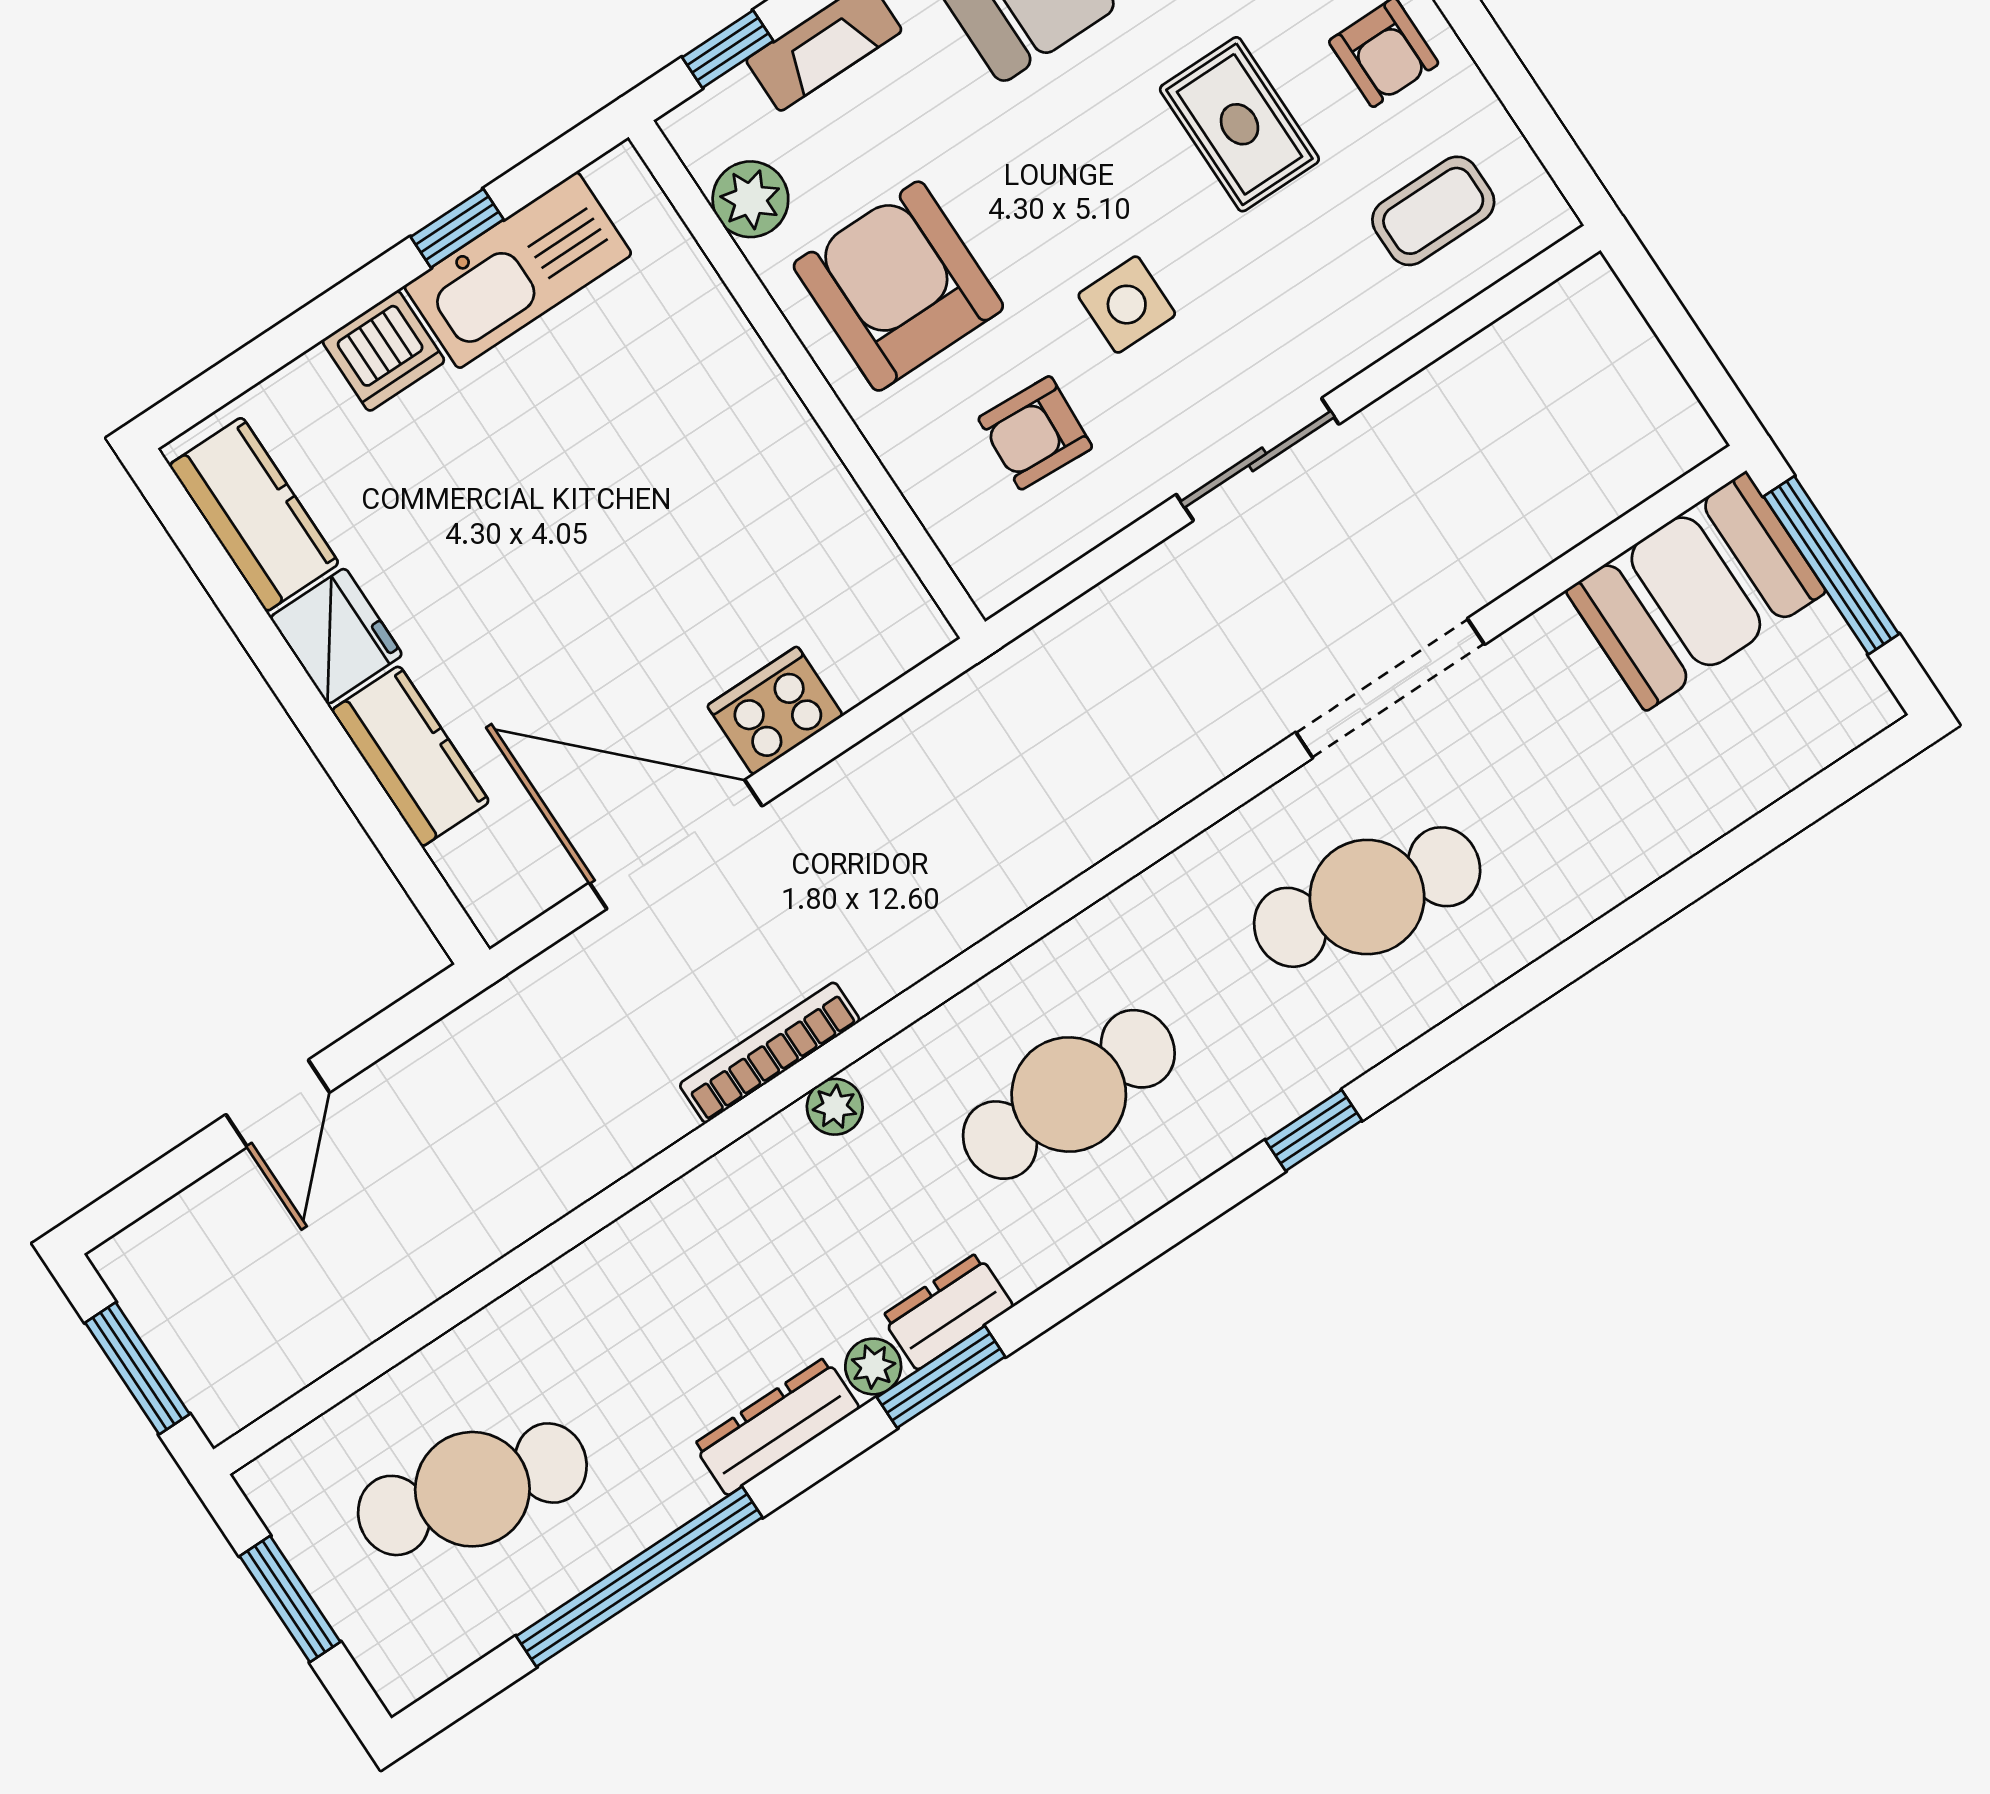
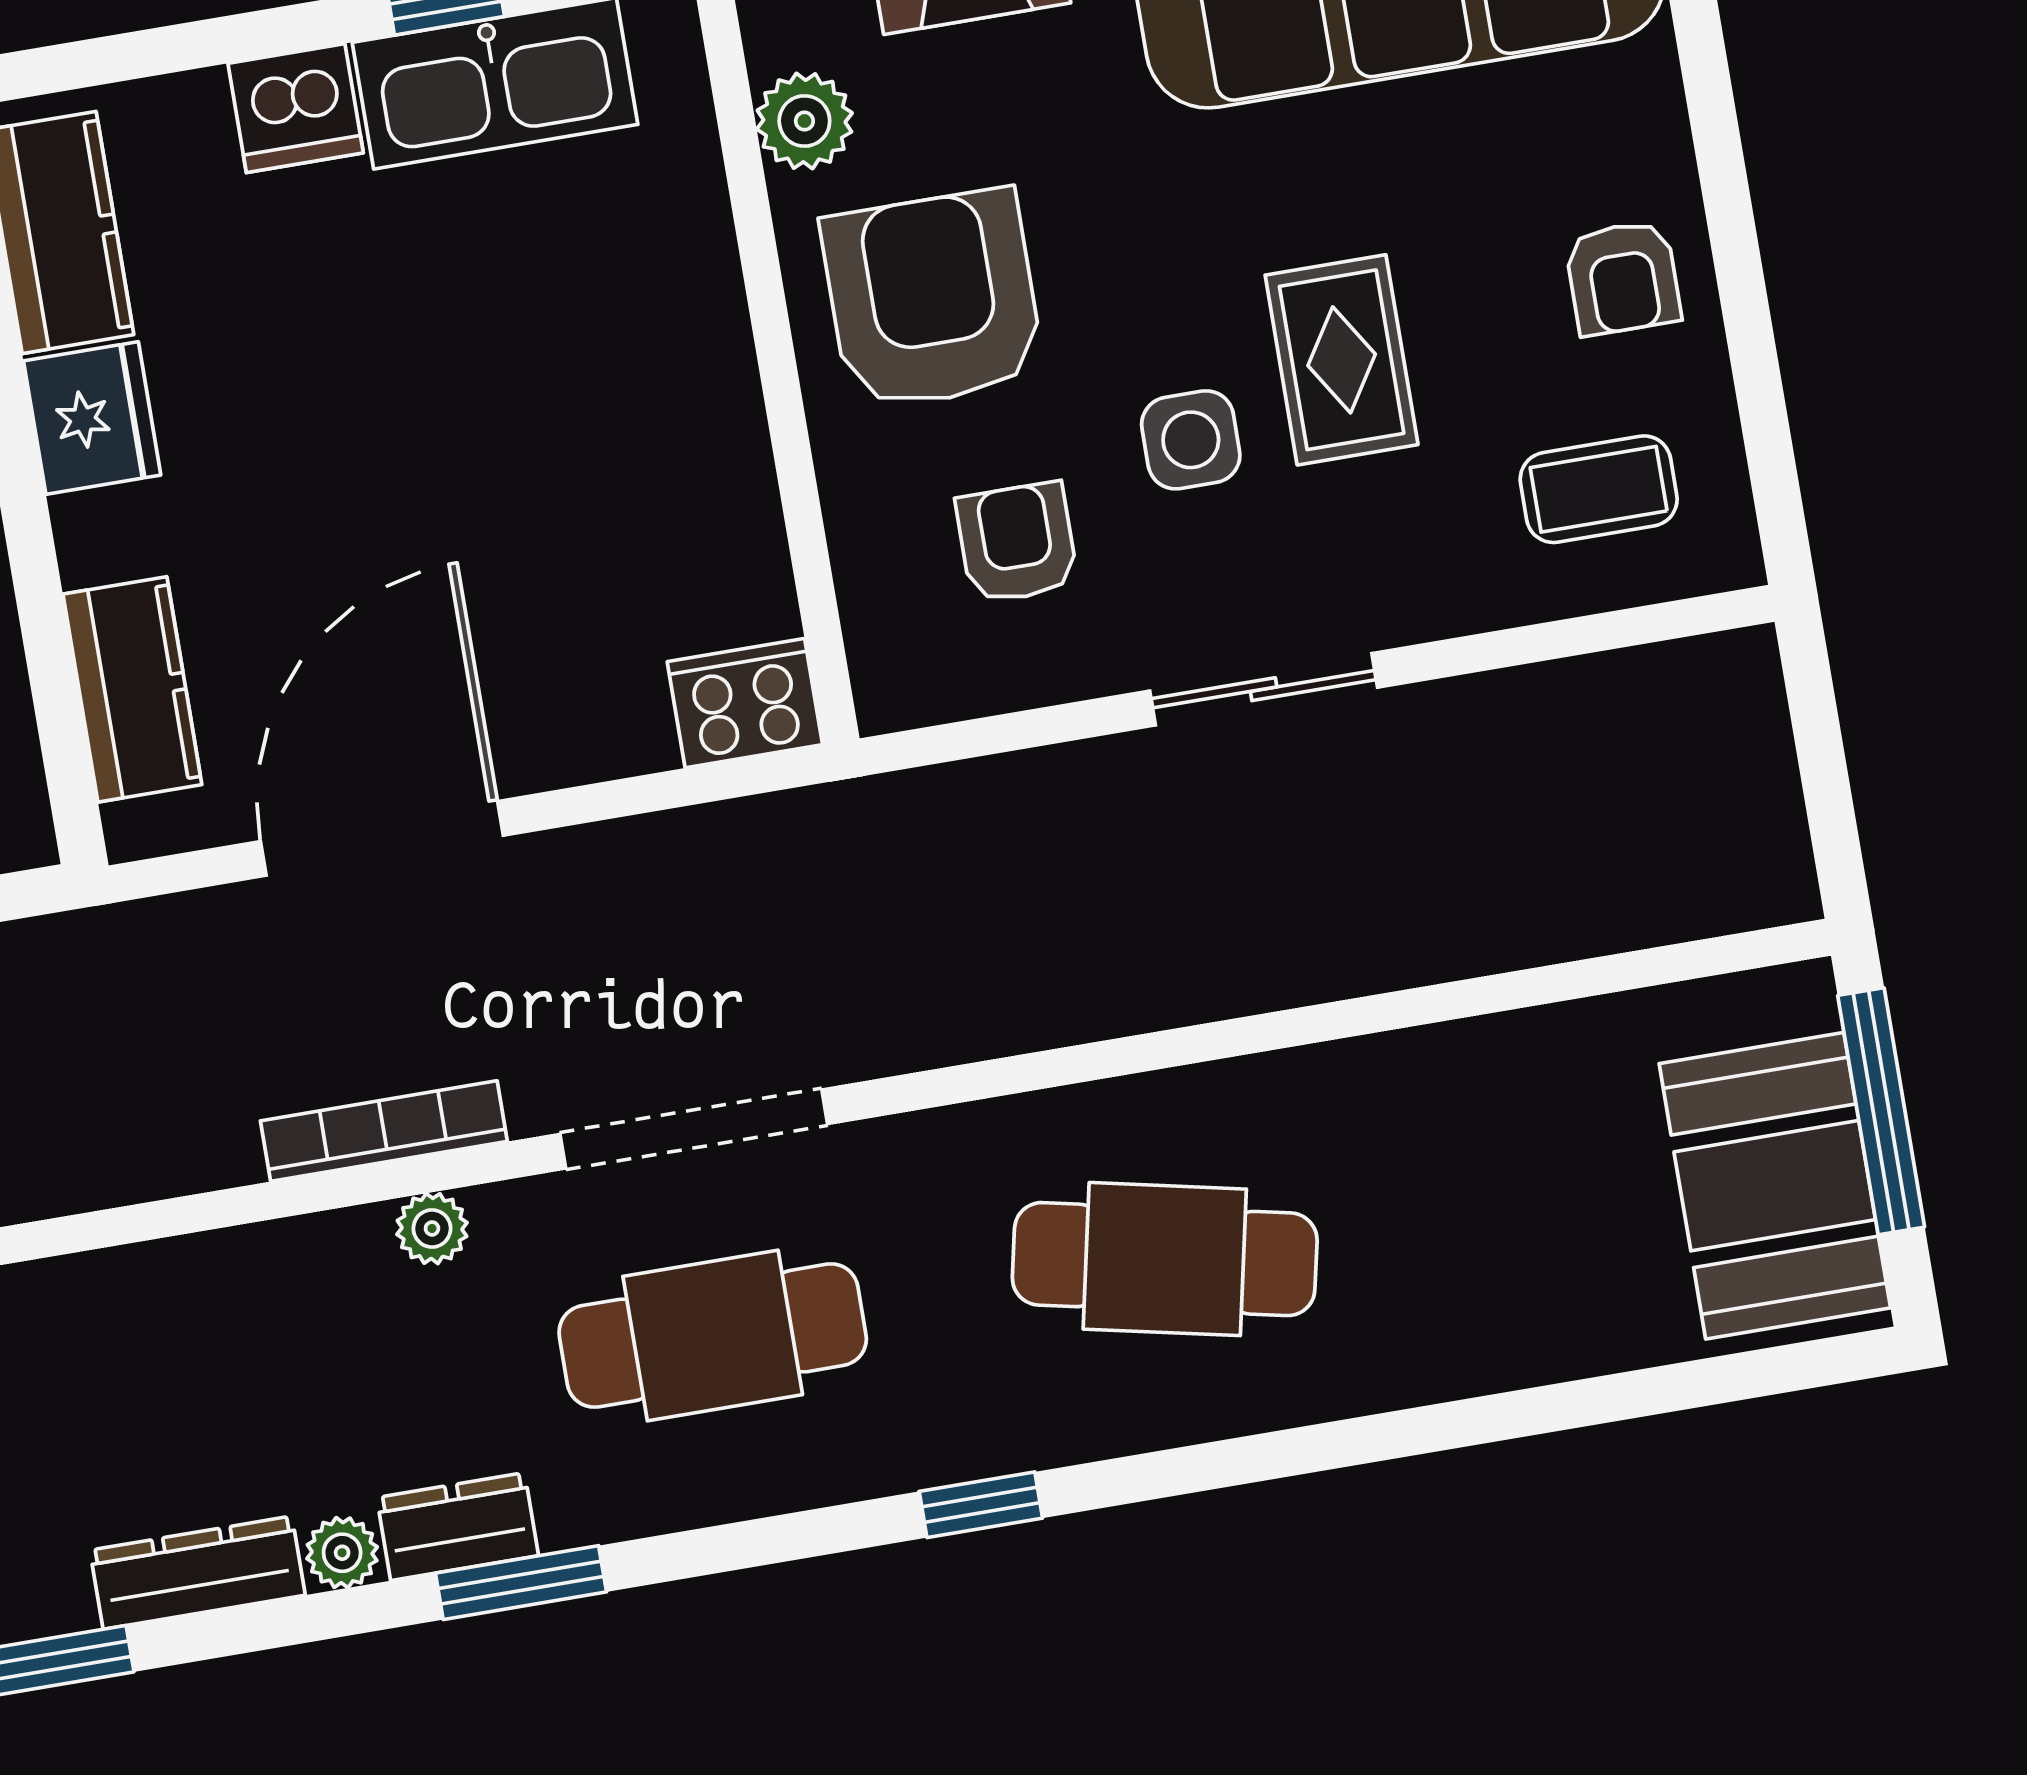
rug: (1239, 124) -> (1342, 360), moved
armchair: (1035, 433) -> (1017, 543), turned 87
booth: (1696, 591) -> (1775, 1186), moved, turned 90
doorway: (1390, 688) -> (694, 1129), moved
cooker: (775, 711) -> (745, 703), moved
kitchen counter: (410, 756) -> (132, 689), moved
door: (676, 844) -> (382, 838), hinge flipped
window: (941, 1377) -> (521, 1583), moved

